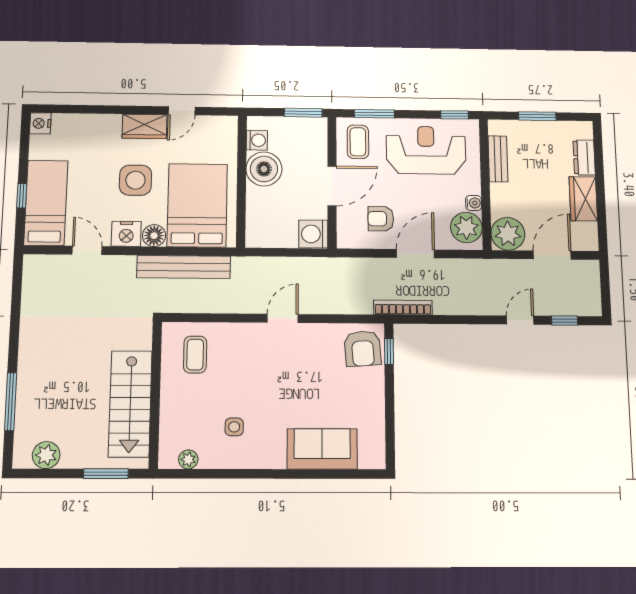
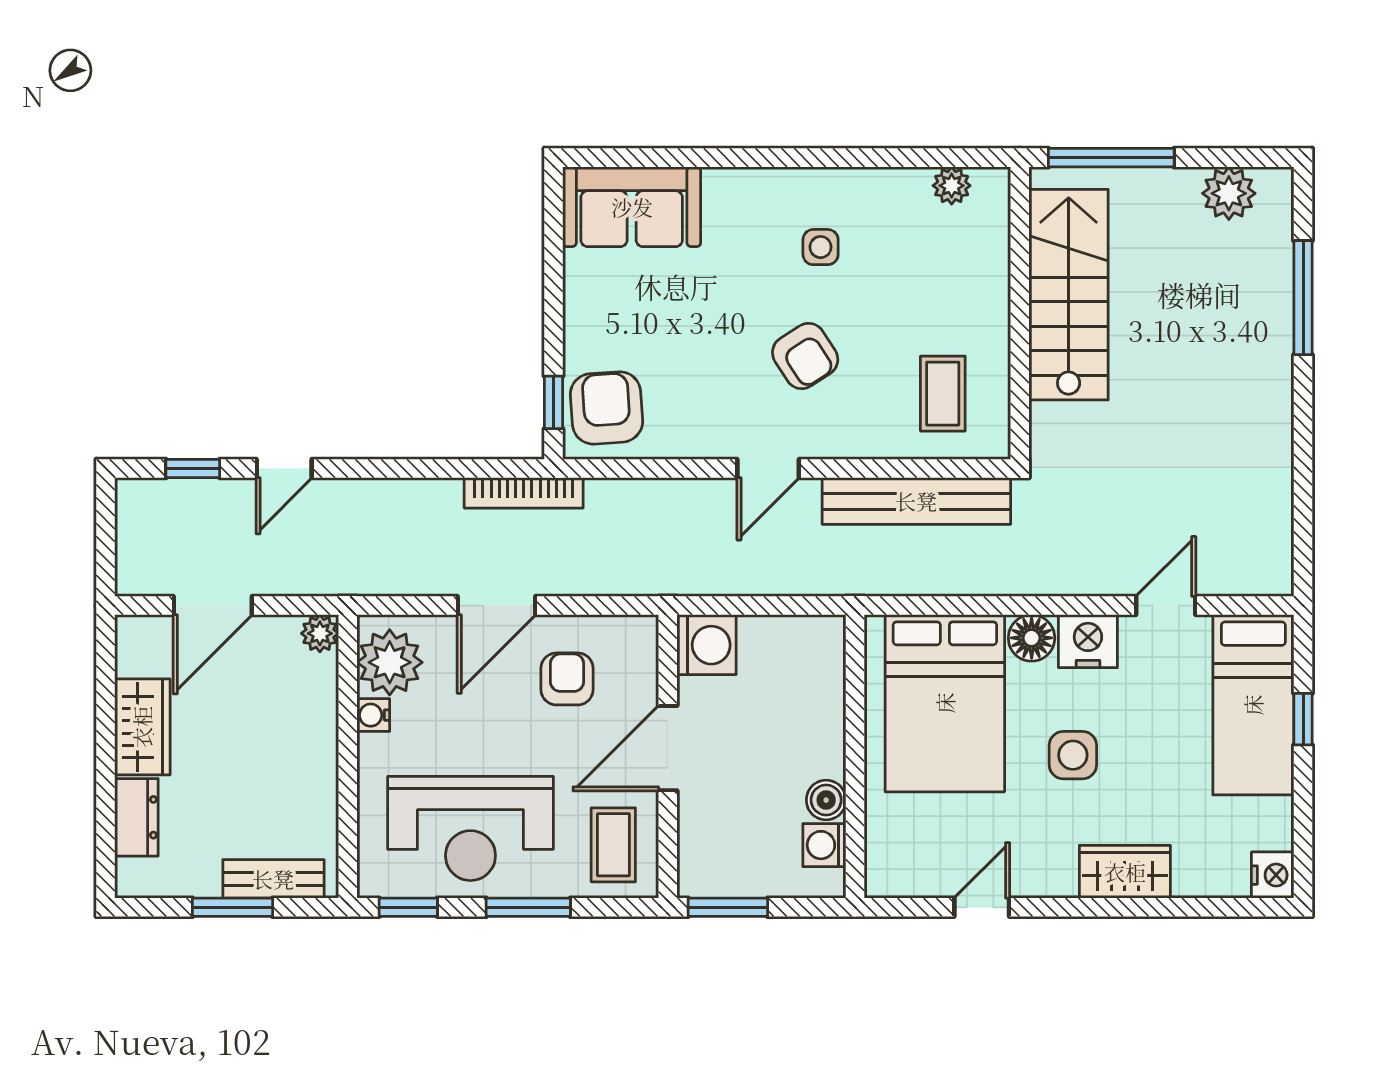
window: (374, 114) -> (528, 907), moved
wardrobe: (145, 126) -> (1125, 872), moved
bench: (498, 159) -> (273, 879), moved, turned 90
boiler: (264, 169) -> (826, 800), width x0.54, depth x0.54
side table: (135, 180) -> (1073, 755), width x0.73, depth x0.73
armchair: (381, 219) -> (567, 679), turned -90
plant: (508, 234) -> (320, 633), width x0.53, depth x0.53
door: (87, 250) -> (1166, 606), swing flipped
bench: (184, 267) -> (916, 501), moved
armchair: (264, 374) -> (805, 356), added
side table: (234, 427) -> (821, 247), moved
sofa: (322, 449) -> (632, 207), moved
window: (106, 474) -> (1111, 158), width x1.44

